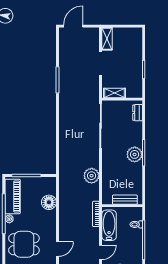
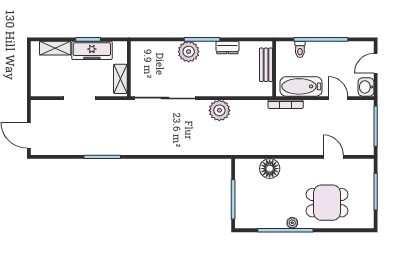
shelving: (107, 39) -> (55, 48), moved
freezer: (135, 72) -> (92, 50), added
dresser: (138, 113) -> (227, 47), moved
plant: (135, 154) -> (189, 52), moved
plant: (92, 176) -> (219, 110), moved
piano: (13, 196) -> (262, 218), removed
dining table: (24, 244) -> (327, 203), turned 90

